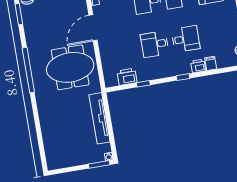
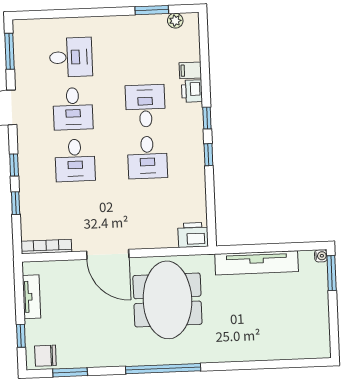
printer: (127, 77) -> (193, 235), moved, turned 90
window: (143, 84) -> (208, 155), moved

